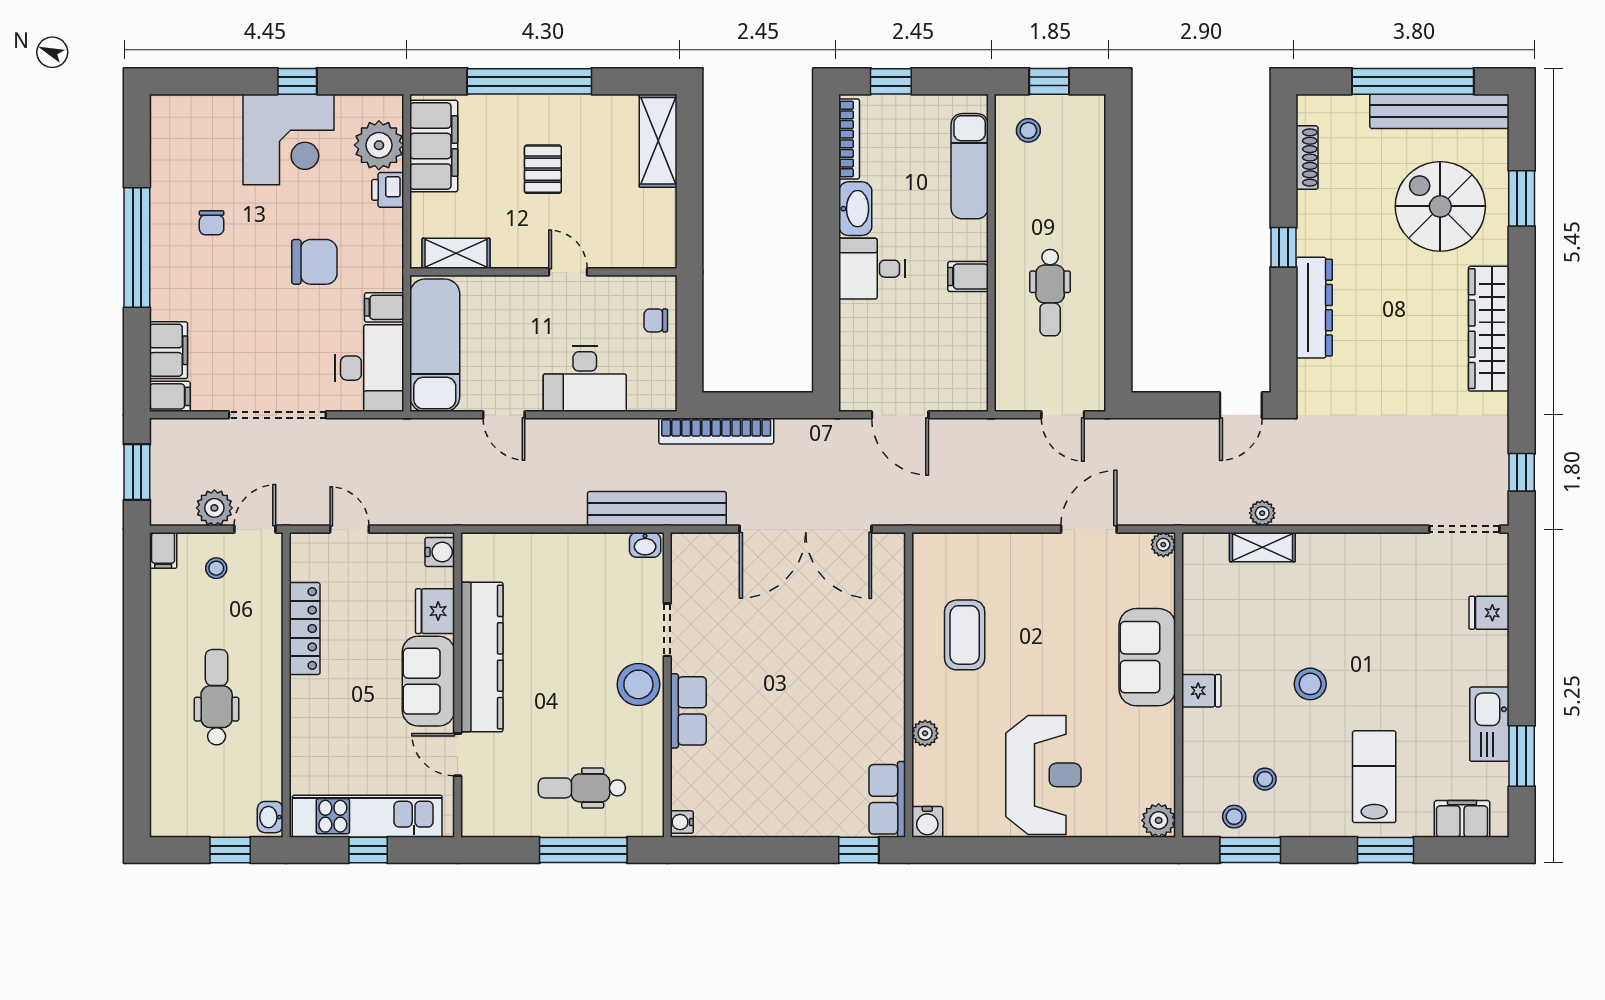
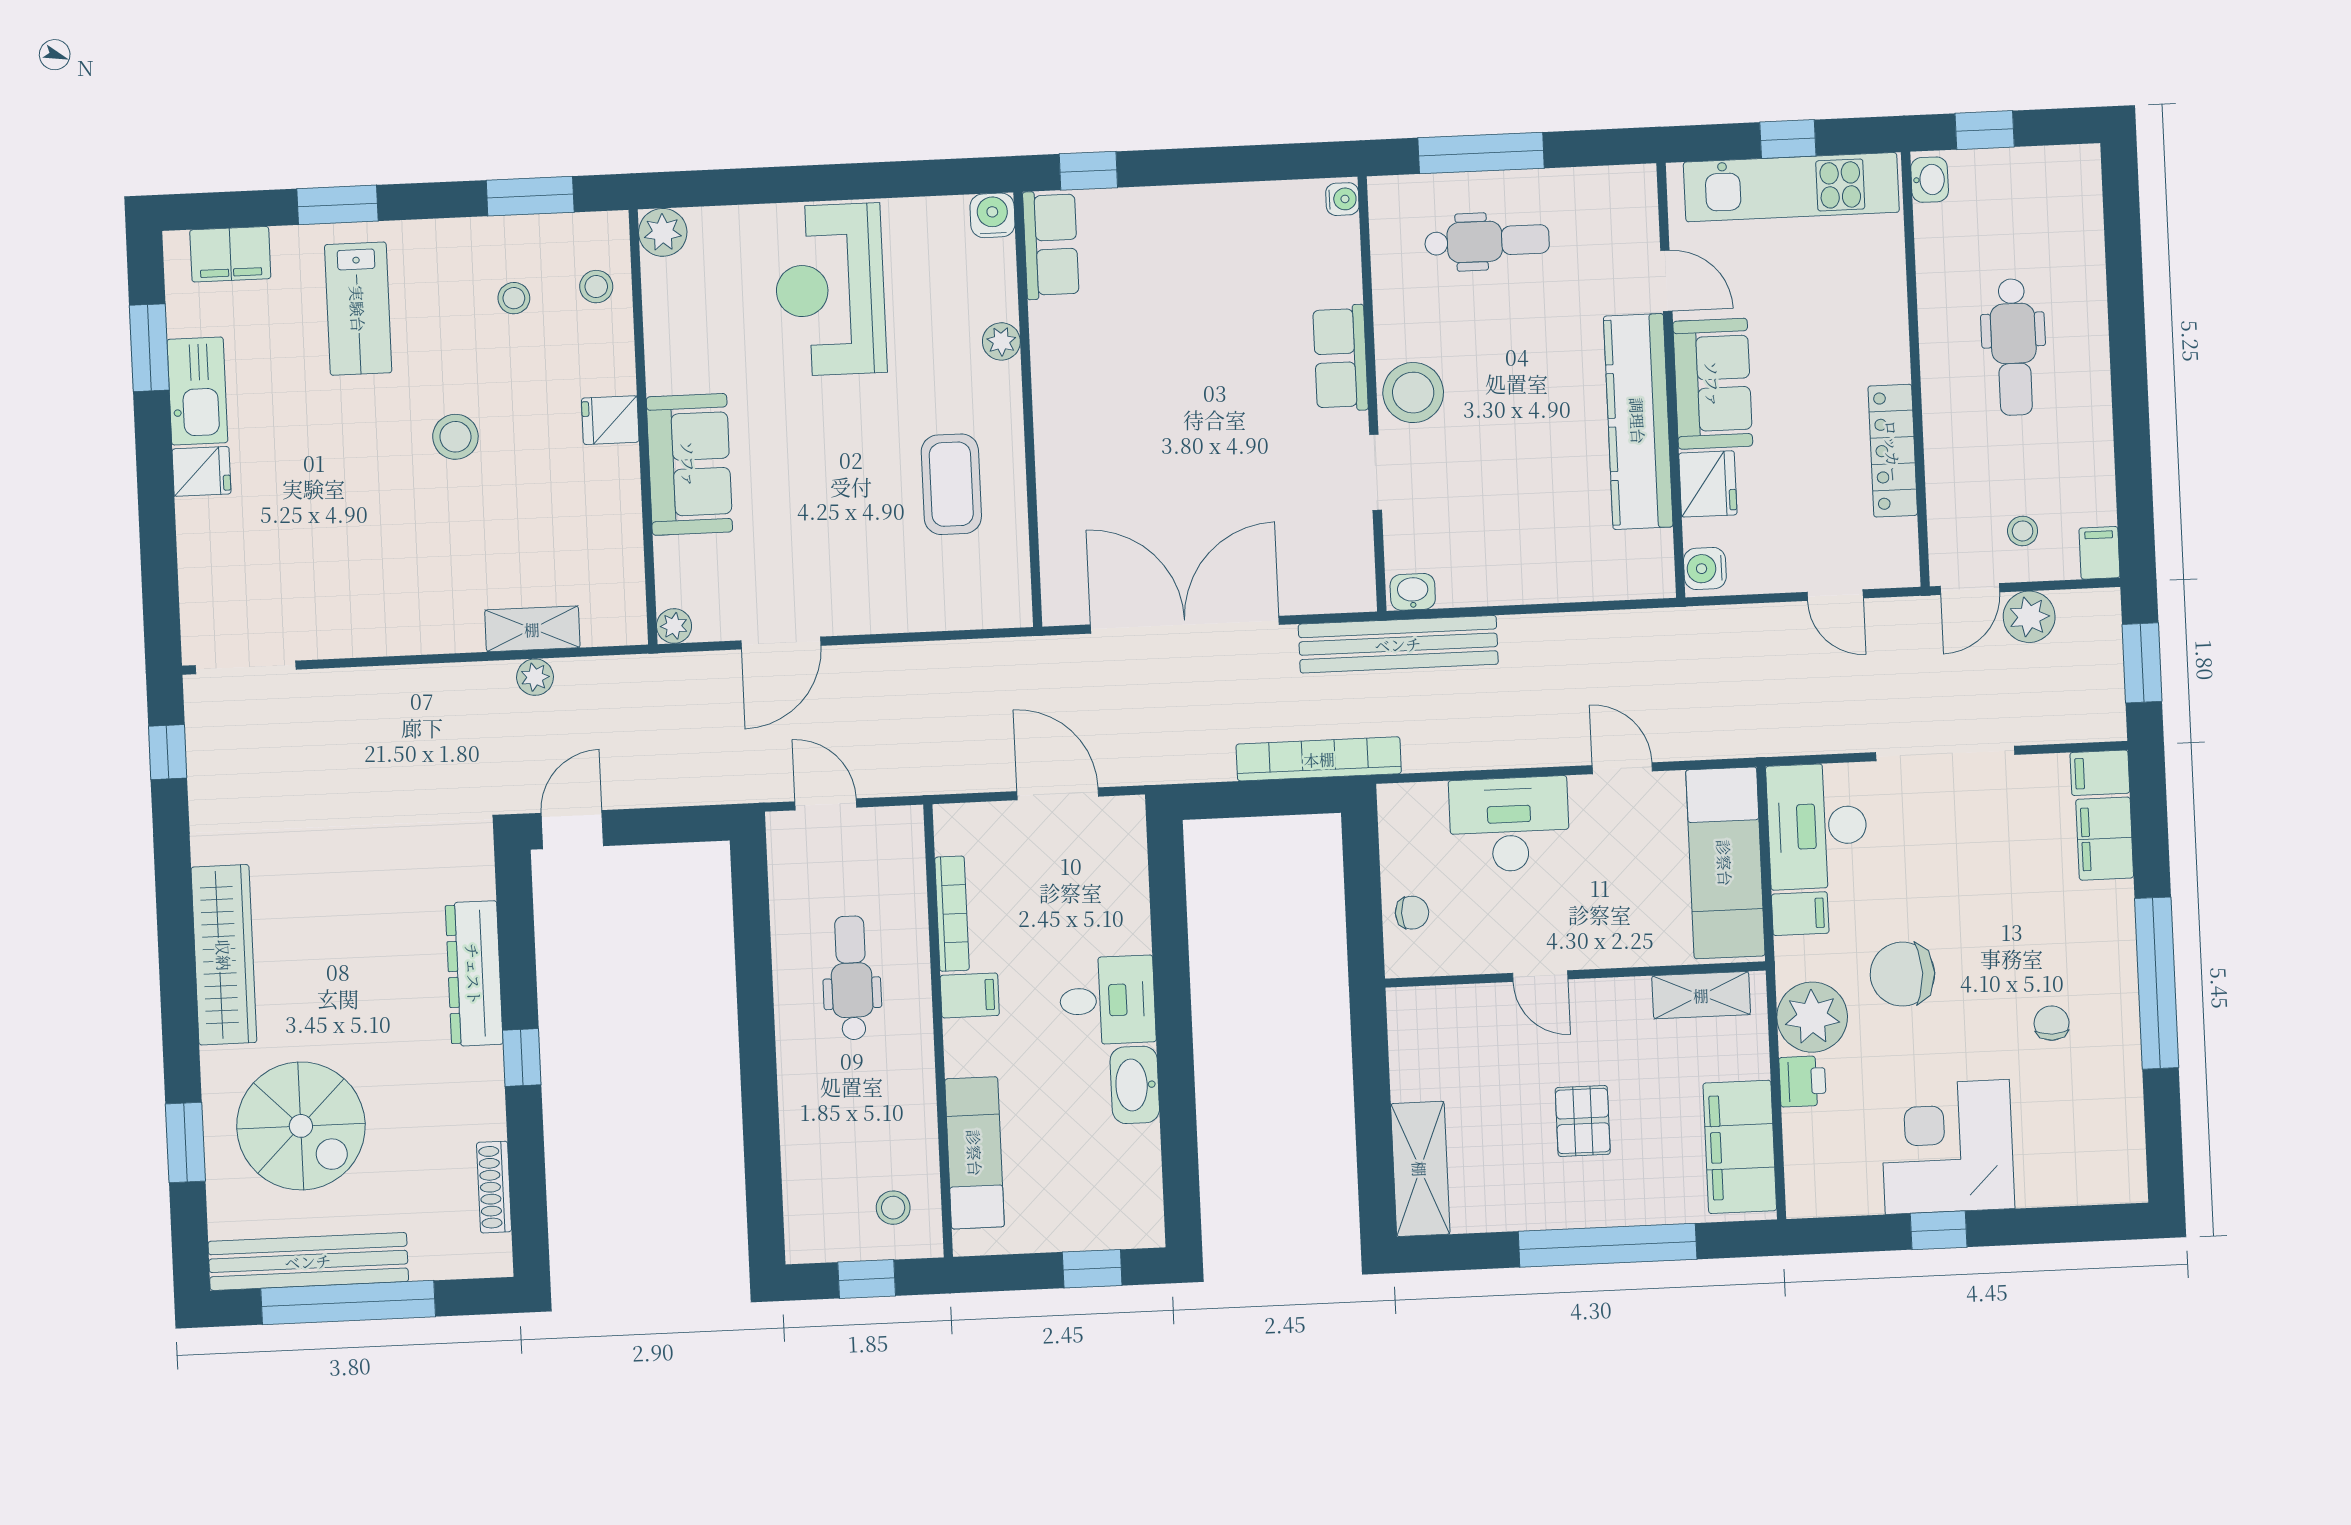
bookcase: (849, 139) -> (952, 914), moved, turned 180
plant: (379, 145) -> (1812, 1017), moved
fridge: (1489, 613) -> (202, 471), moved
stool: (1234, 817) -> (596, 287), moved

